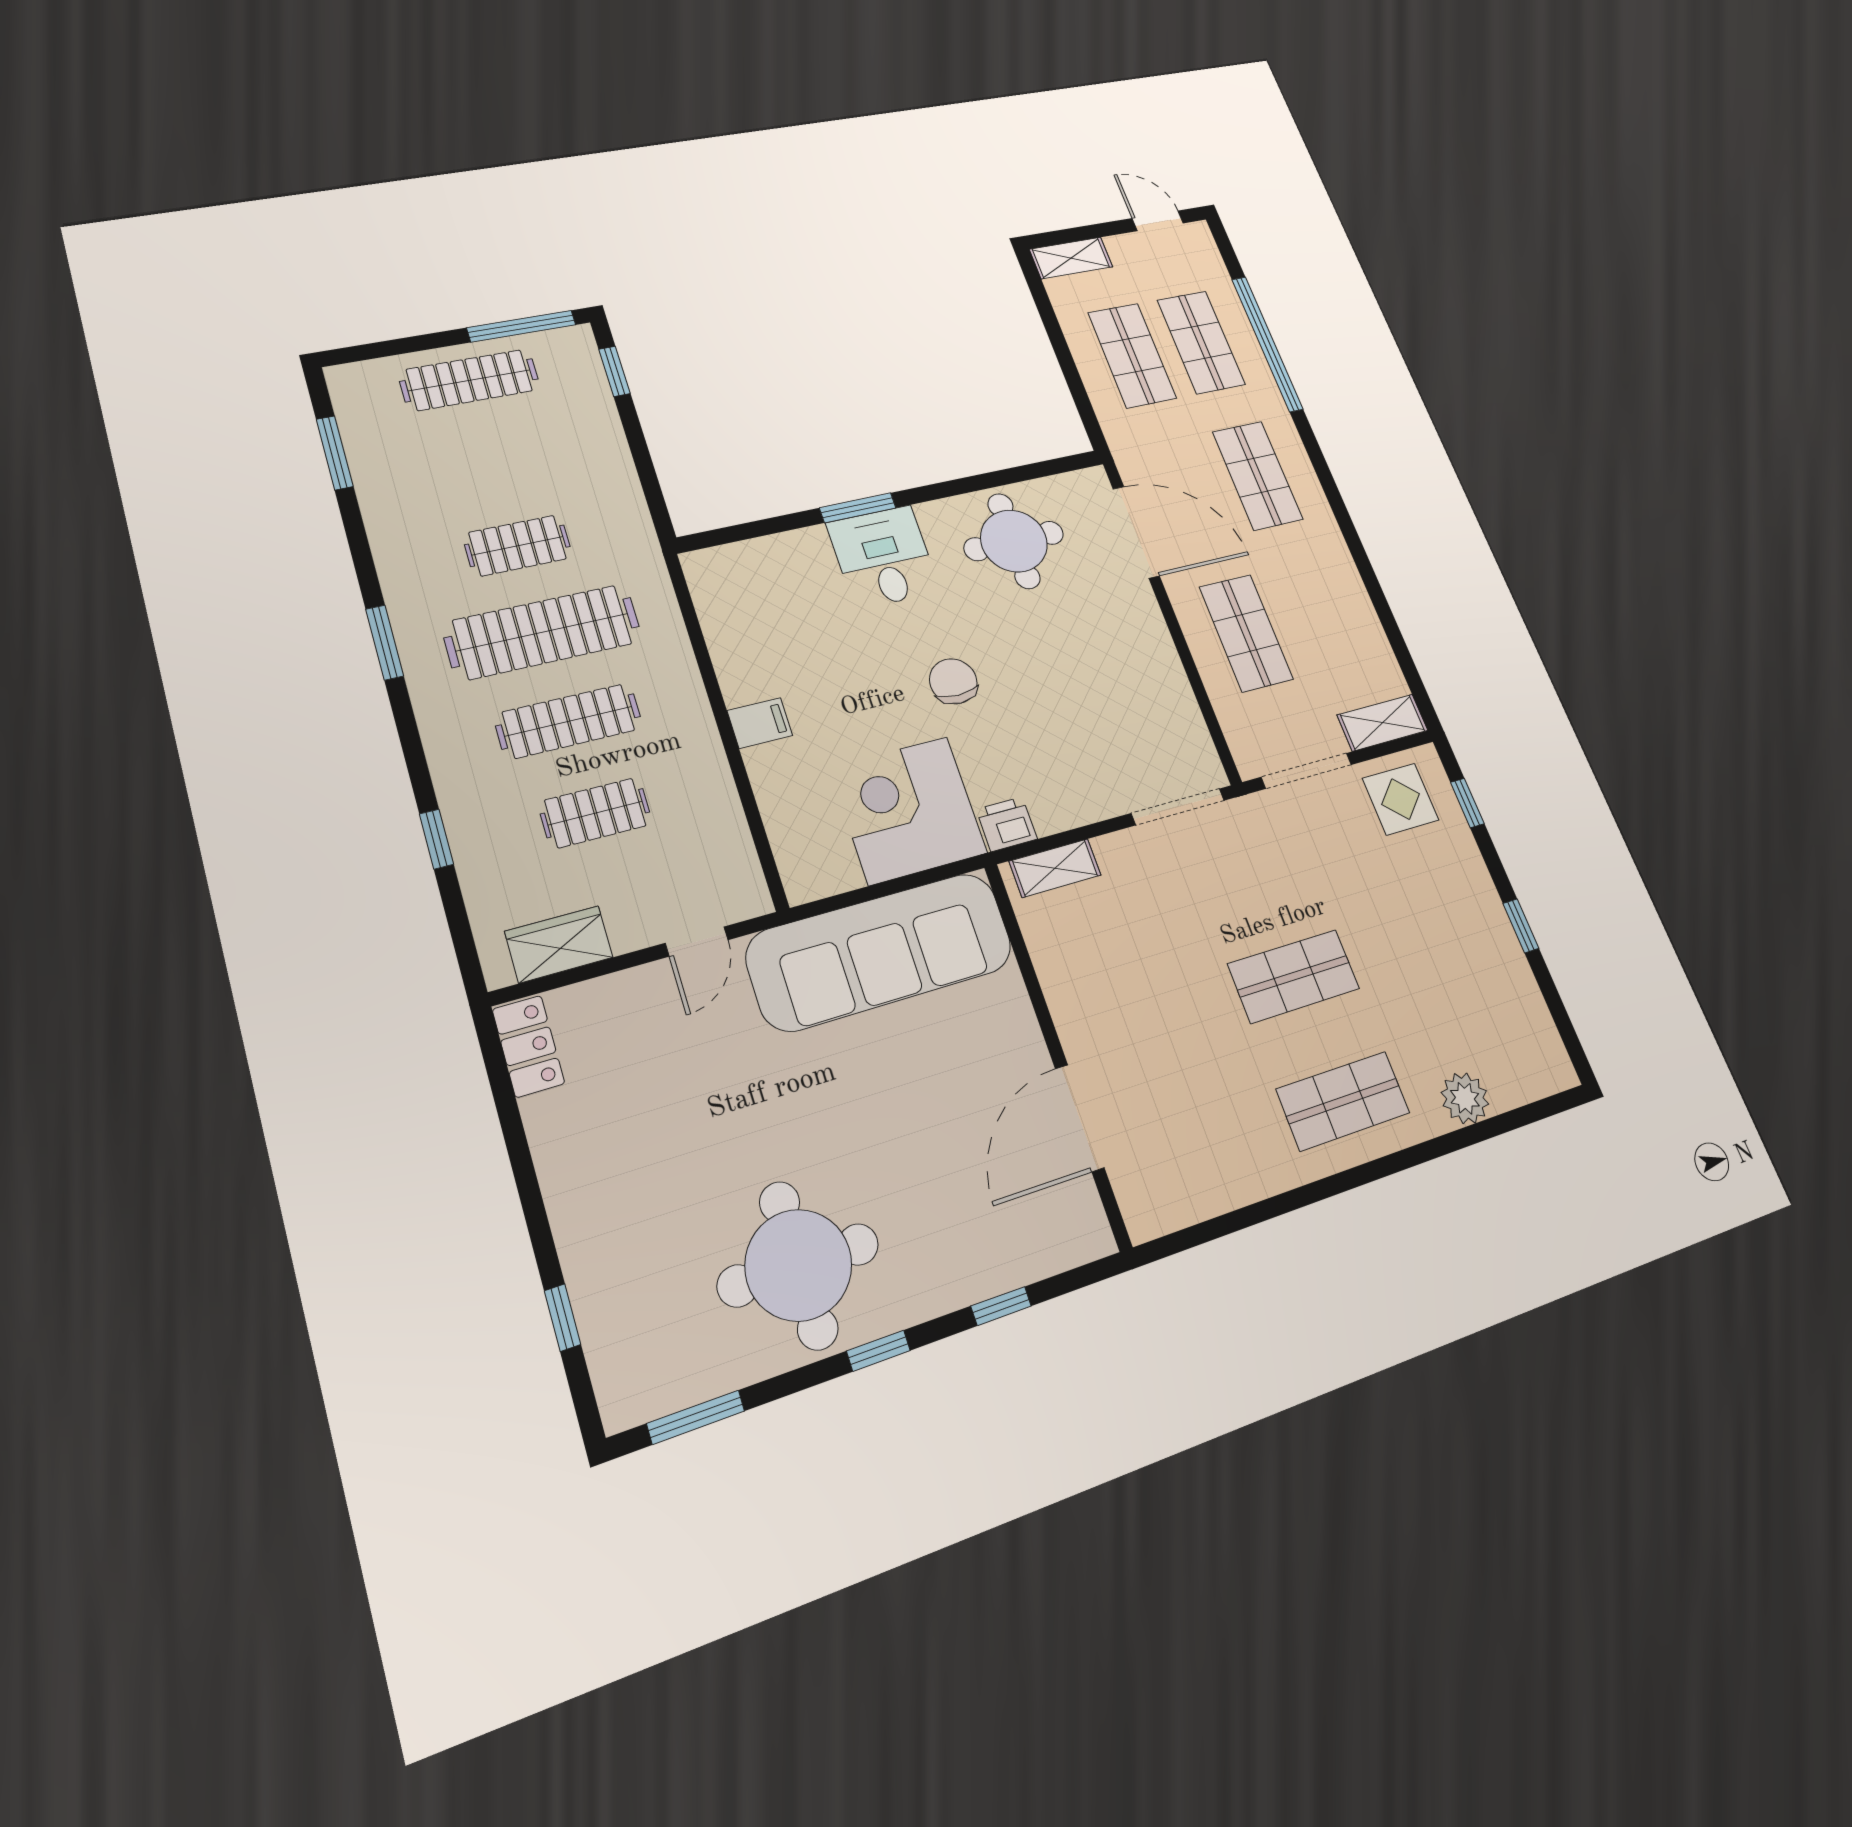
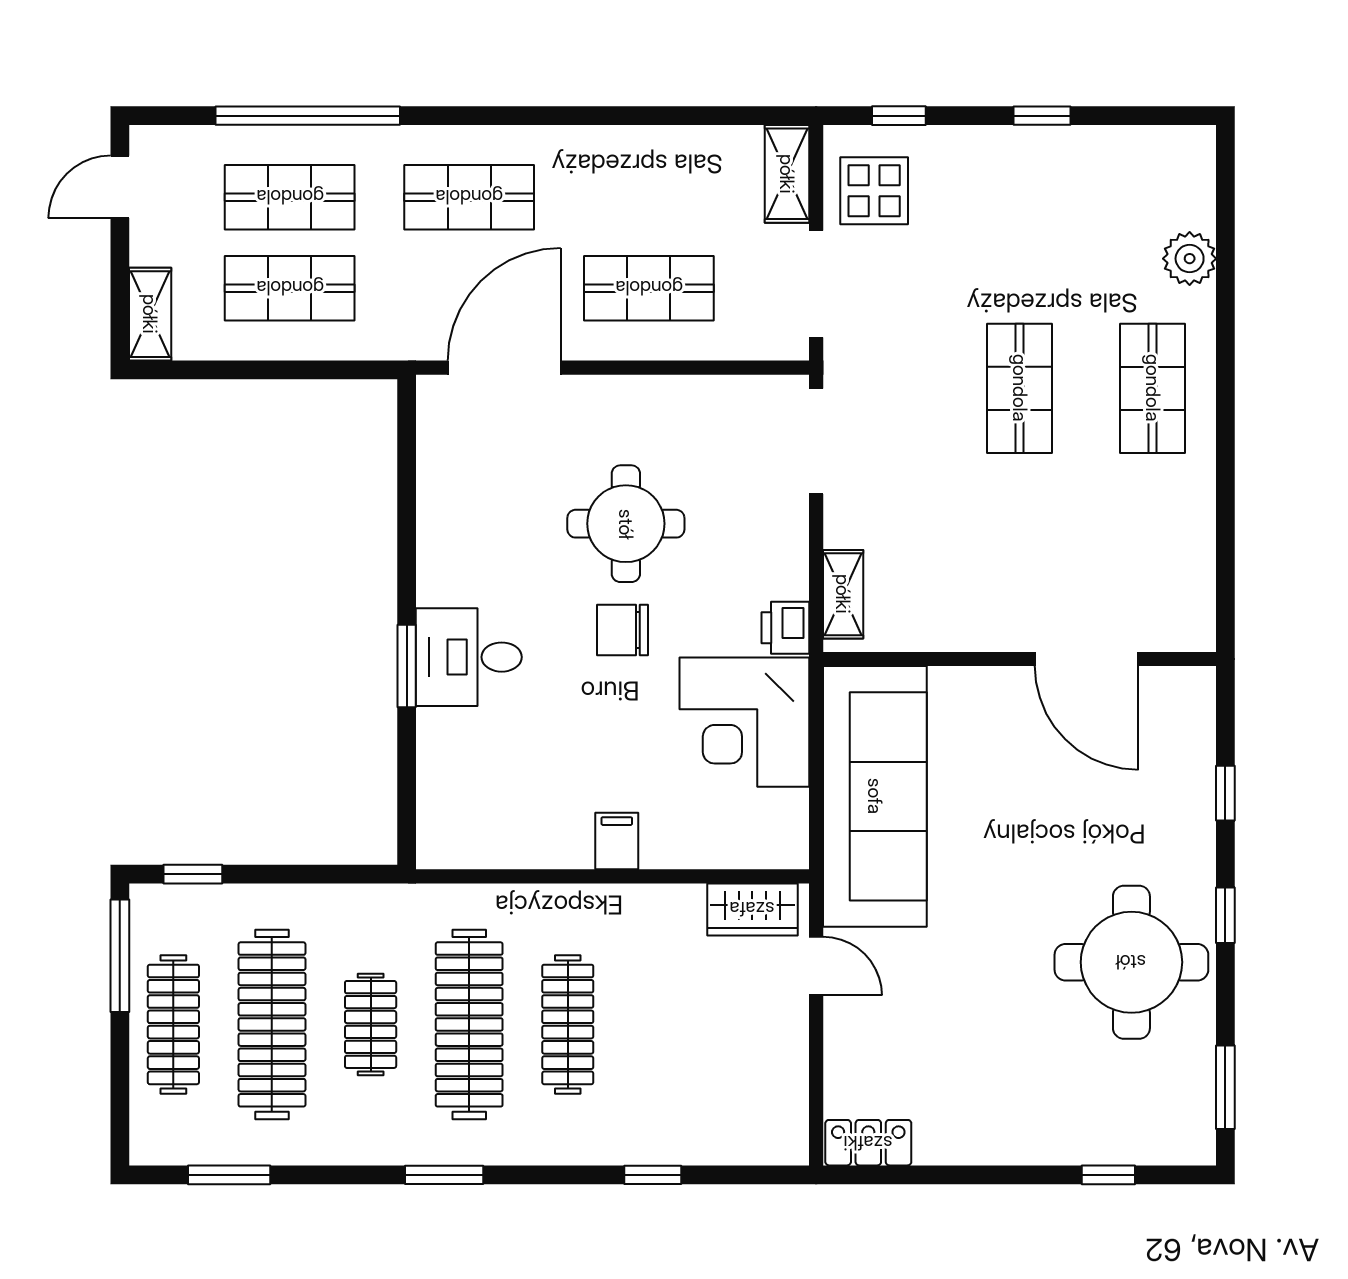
round table: (1014, 541) -> (626, 524), moved
clothes rail: (595, 813) -> (272, 1024), moved, width x1.86, depth x1.31
wardrobe: (559, 944) -> (752, 909), moved, turned -90

